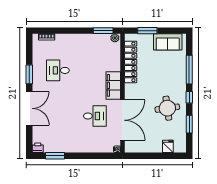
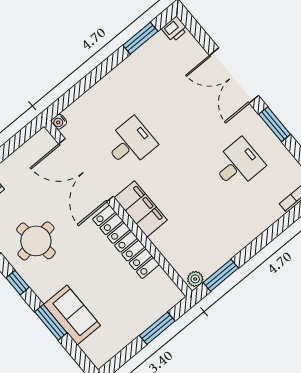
sofa: (168, 42) -> (72, 315), moved, turned 90
locker: (131, 62) -> (126, 242), moved
window: (189, 70) -> (51, 322), width x0.69
desk: (95, 116) -> (131, 143), turned 180

